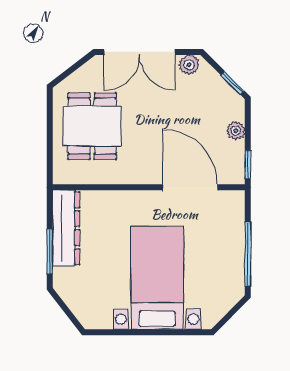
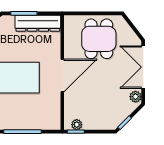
dining table: (92, 126) -> (99, 39), turned 90
plant: (236, 131) -> (77, 125), moved
door: (190, 187) -> (62, 75), moved

